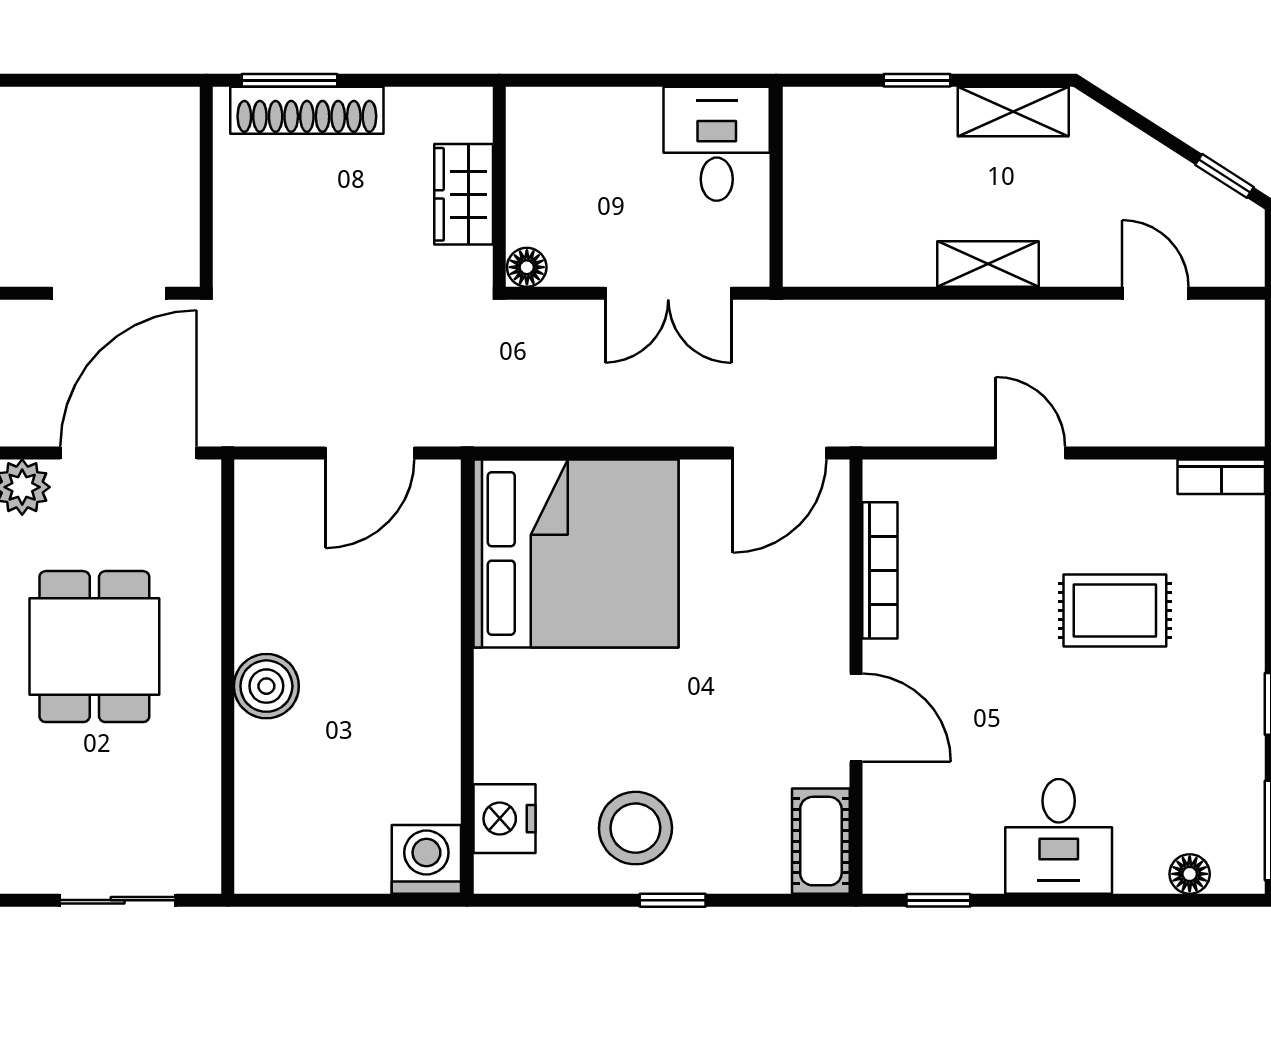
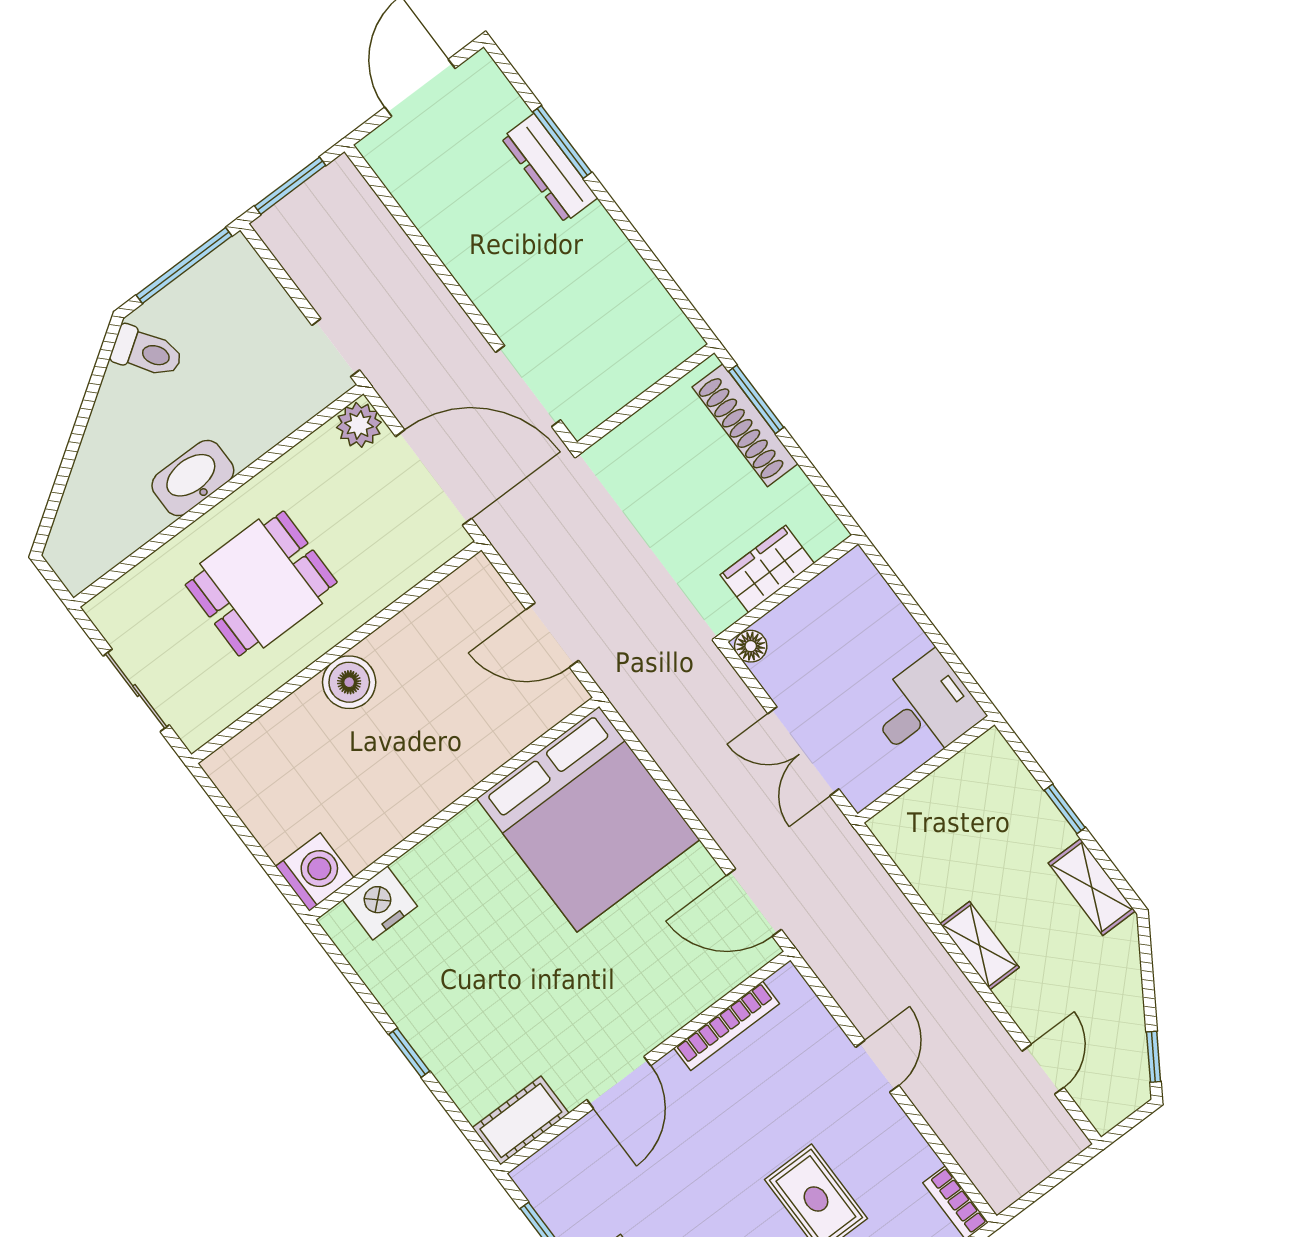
dining table: (94, 647) -> (261, 583), moved
stool: (635, 828) -> (438, 993), removed

